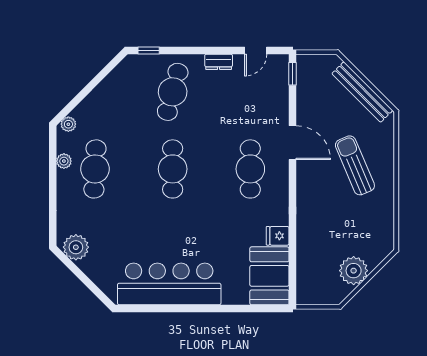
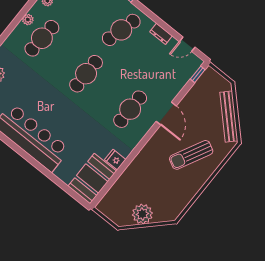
sun lounger: (355, 165) -> (191, 155), turned -130

